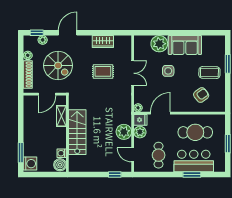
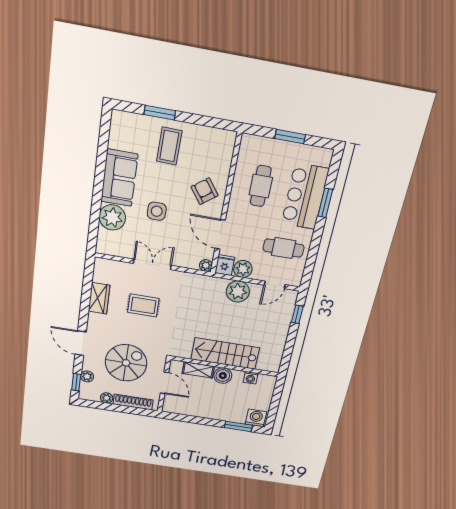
rug: (103, 71) -> (143, 305), turned 90
armchair: (201, 95) -> (205, 191), moved
cafe table: (195, 132) -> (261, 186), width x0.73, depth x0.74
boiler: (60, 165) -> (223, 376), moved

